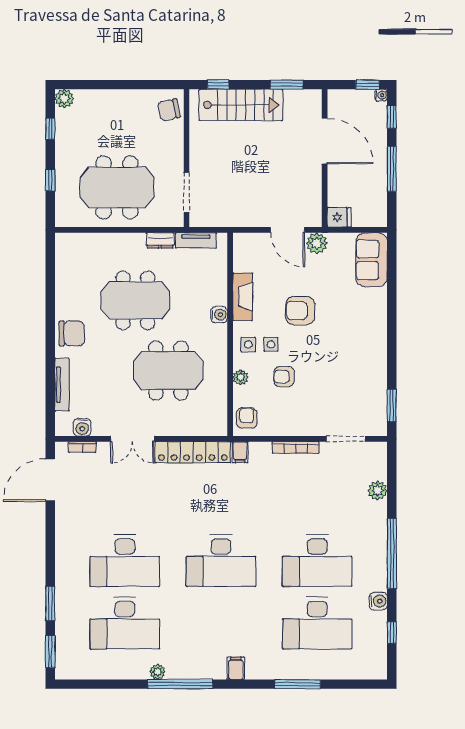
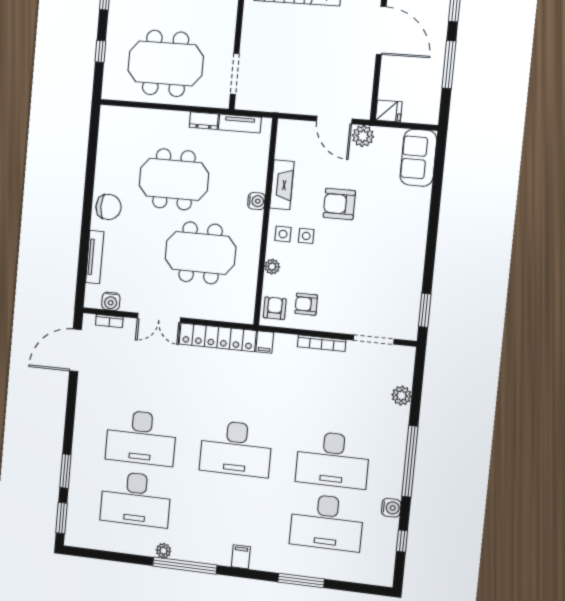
armchair: (284, 377) -> (306, 304), moved

